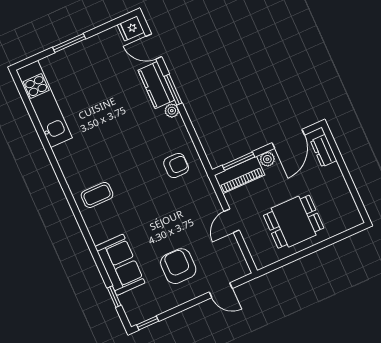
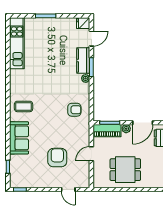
door: (154, 46) -> (91, 39), swing flipped
sofa: (120, 265) -> (19, 138), moved
armchair: (178, 266) -> (57, 158), moved

